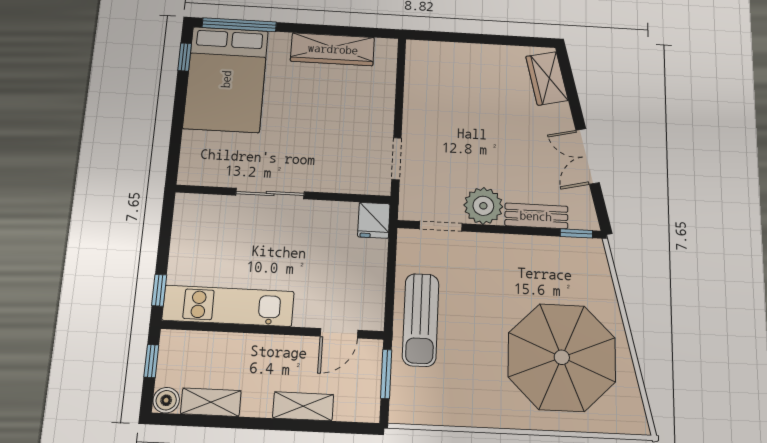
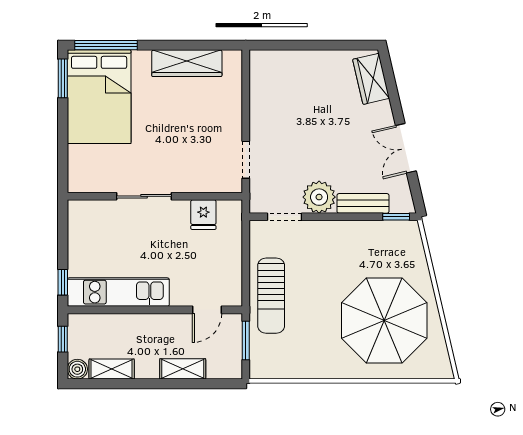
window: (185, 57) -> (63, 78), width x1.50
fridge: (374, 220) -> (203, 215), moved

